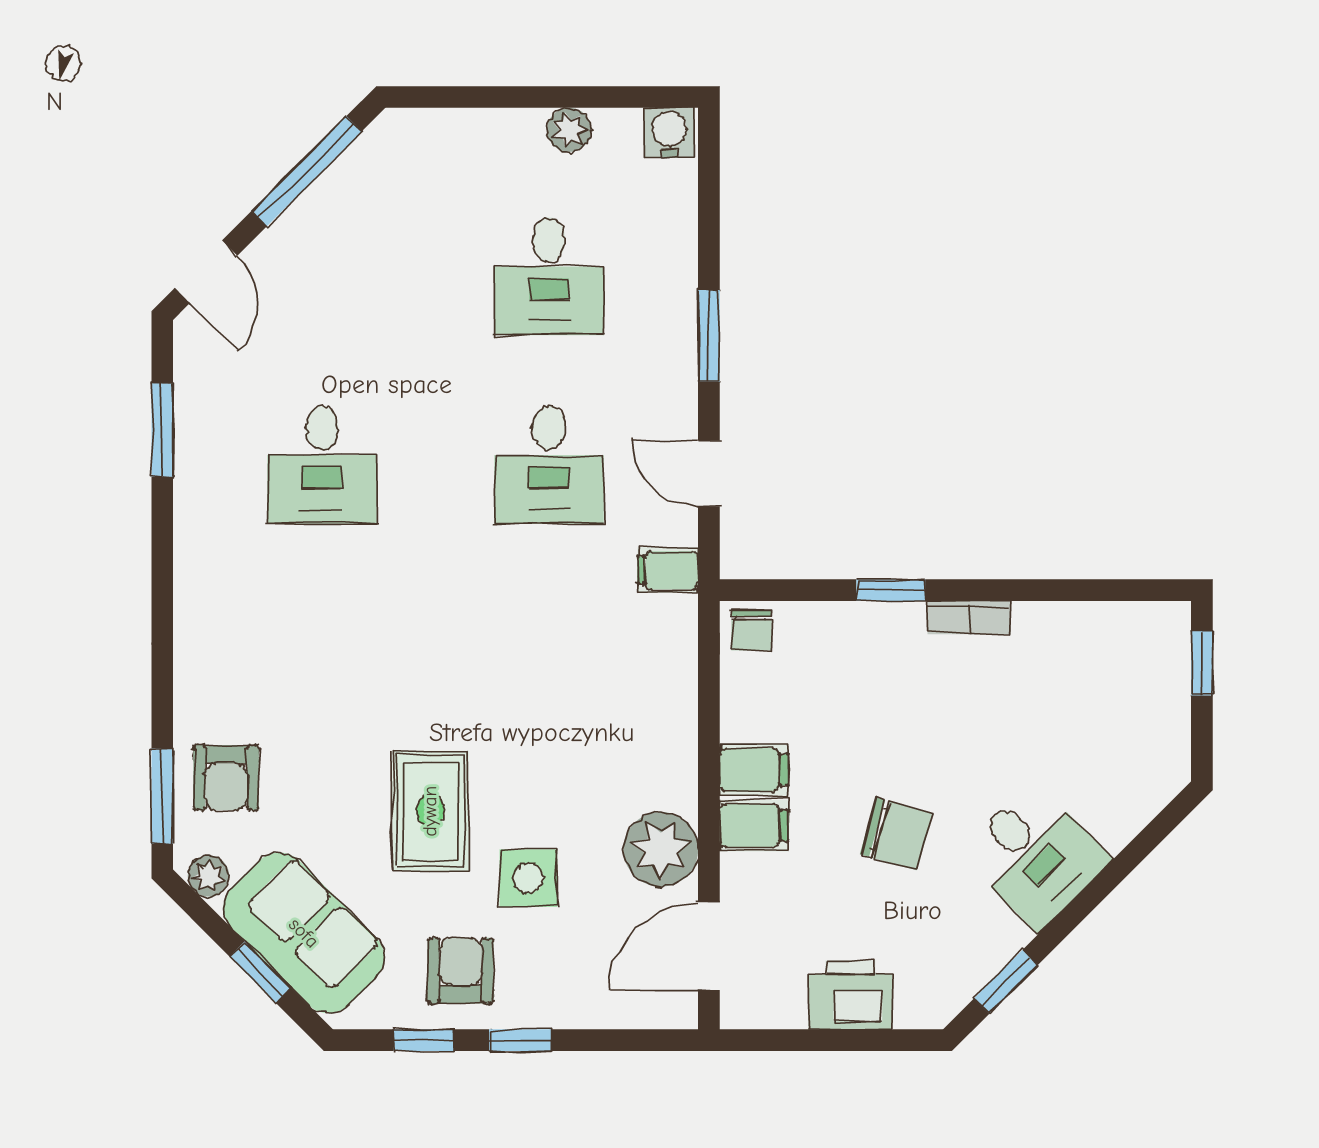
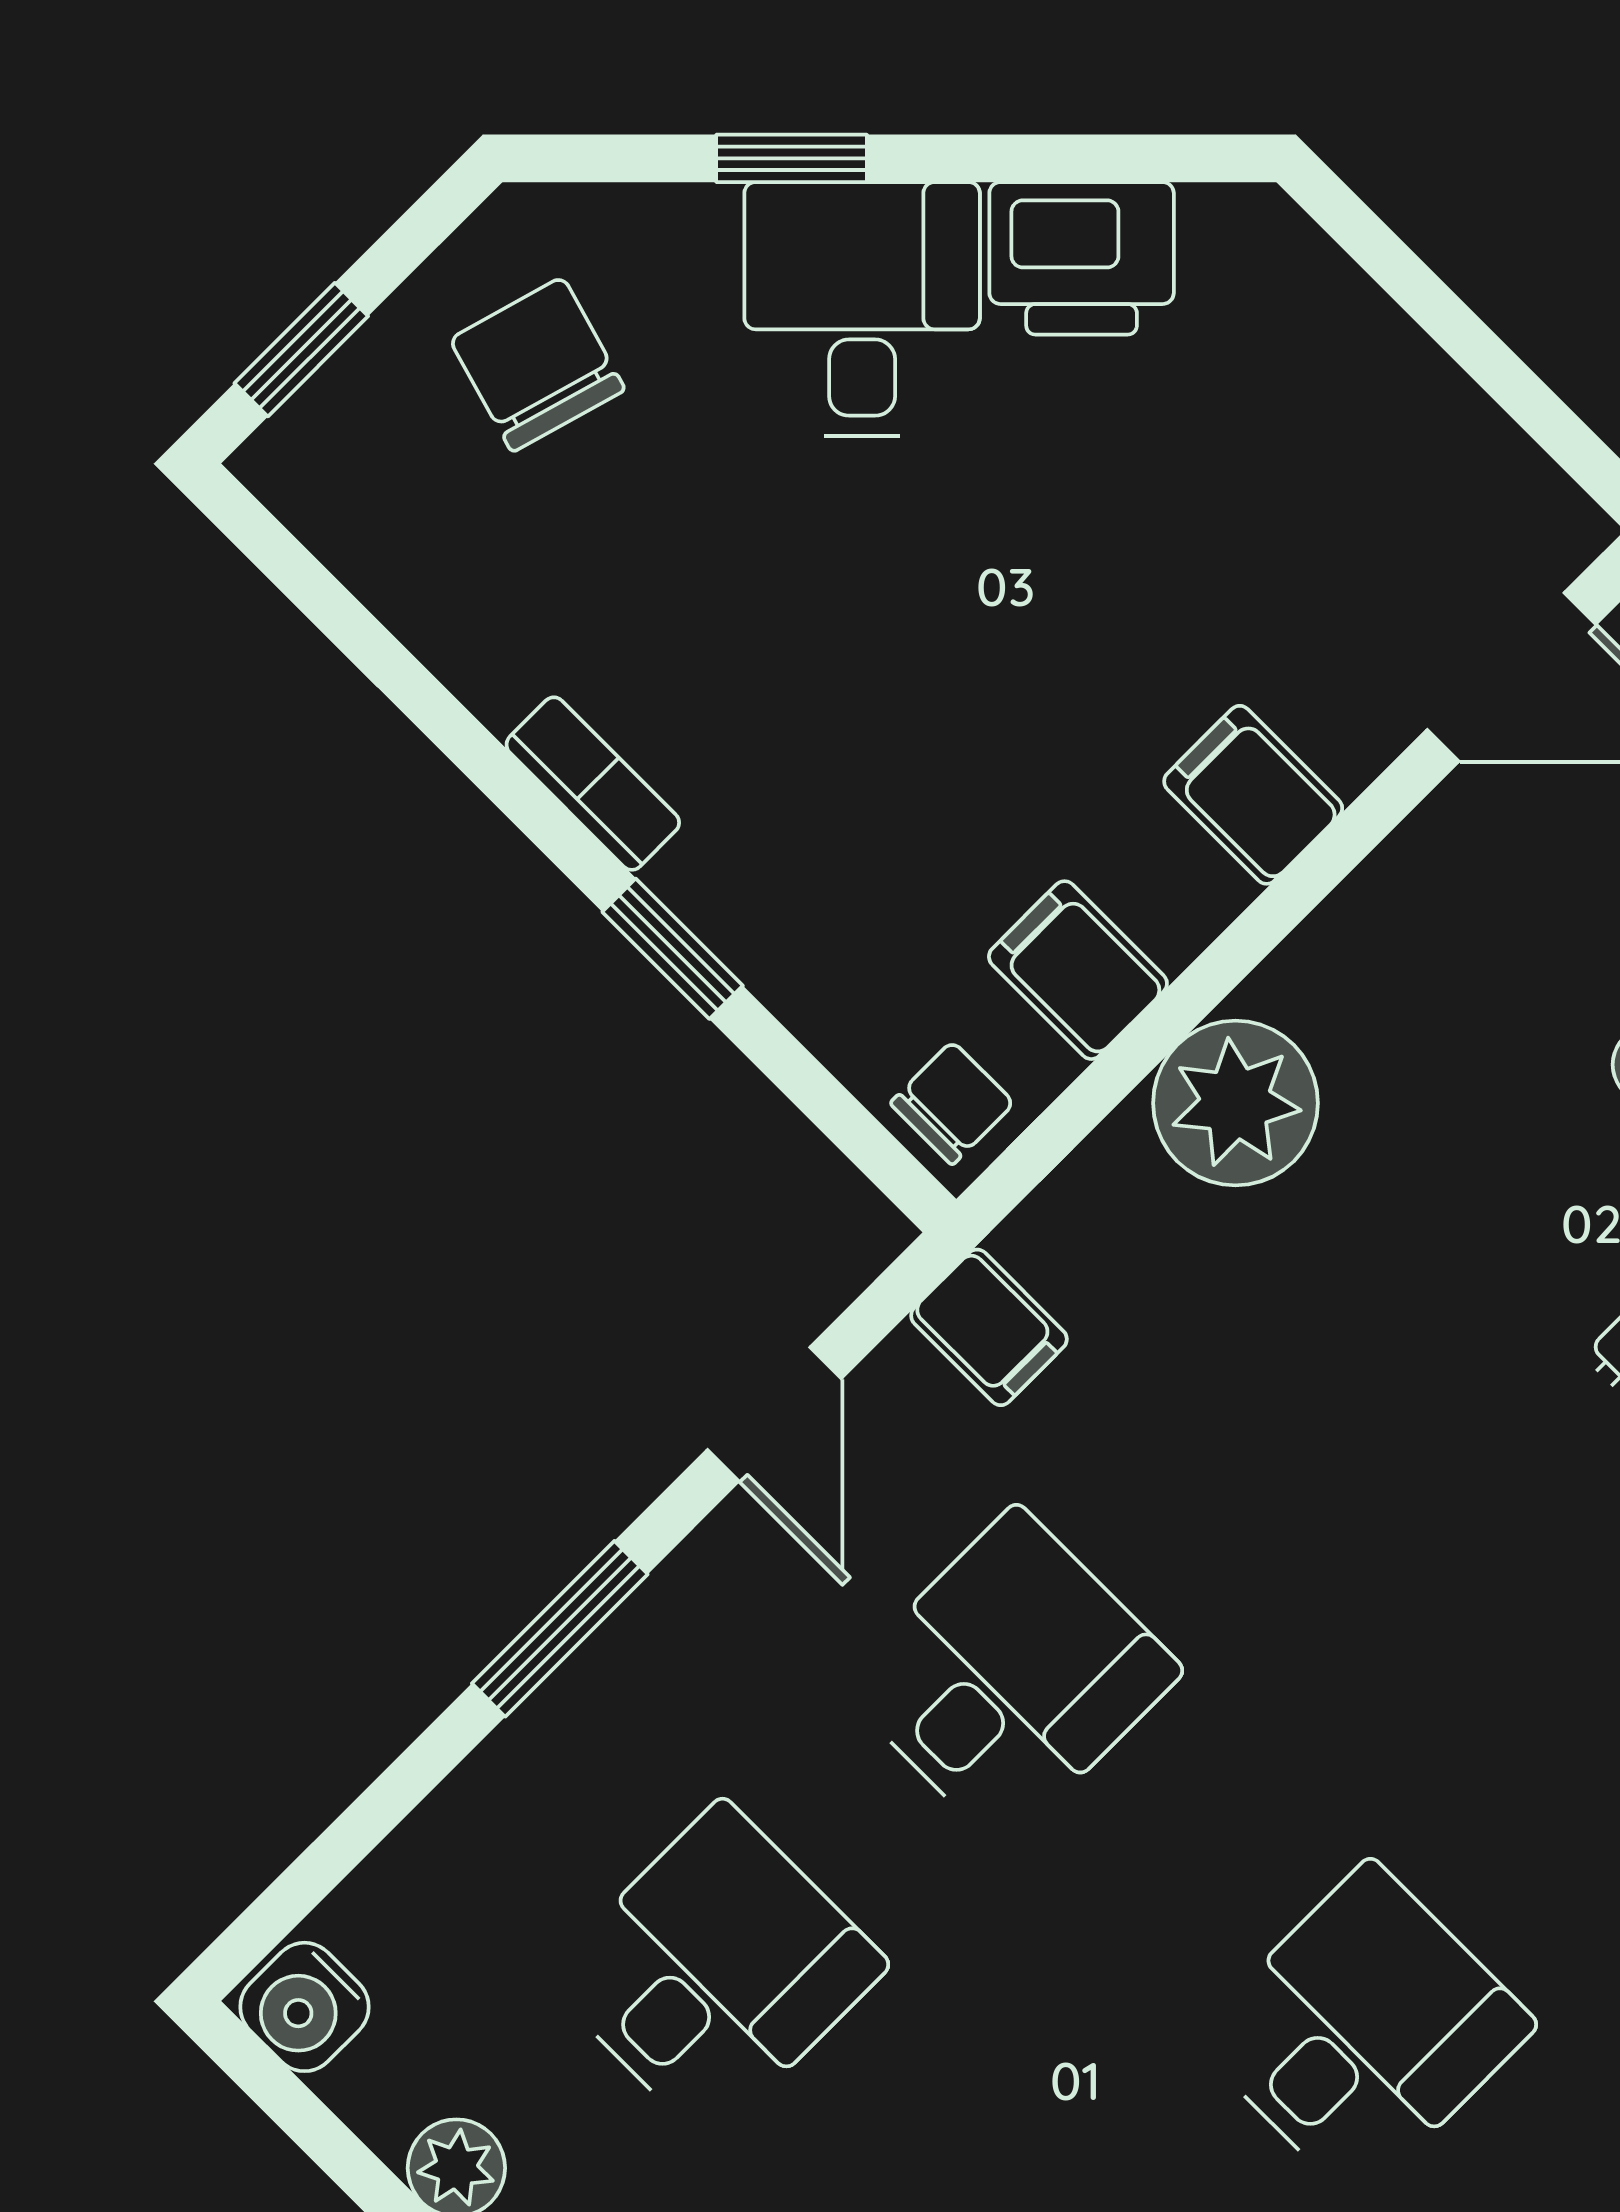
filing cabinet: (754, 770) -> (1078, 970), moved
chair: (896, 834) -> (537, 364), moved
plant: (661, 849) -> (1235, 1103), moved
window: (1006, 982) -> (792, 158), moved
printer: (850, 995) -> (1082, 258), moved, turned -45

